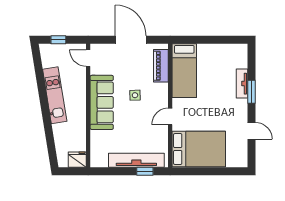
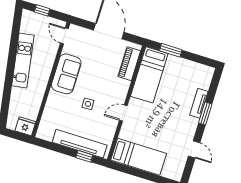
window: (198, 40) -> (171, 50), added
side table: (135, 95) -> (88, 104), moved
sofa: (102, 102) -> (66, 74), width x0.73
bed: (199, 149) -> (139, 157), width x0.67

